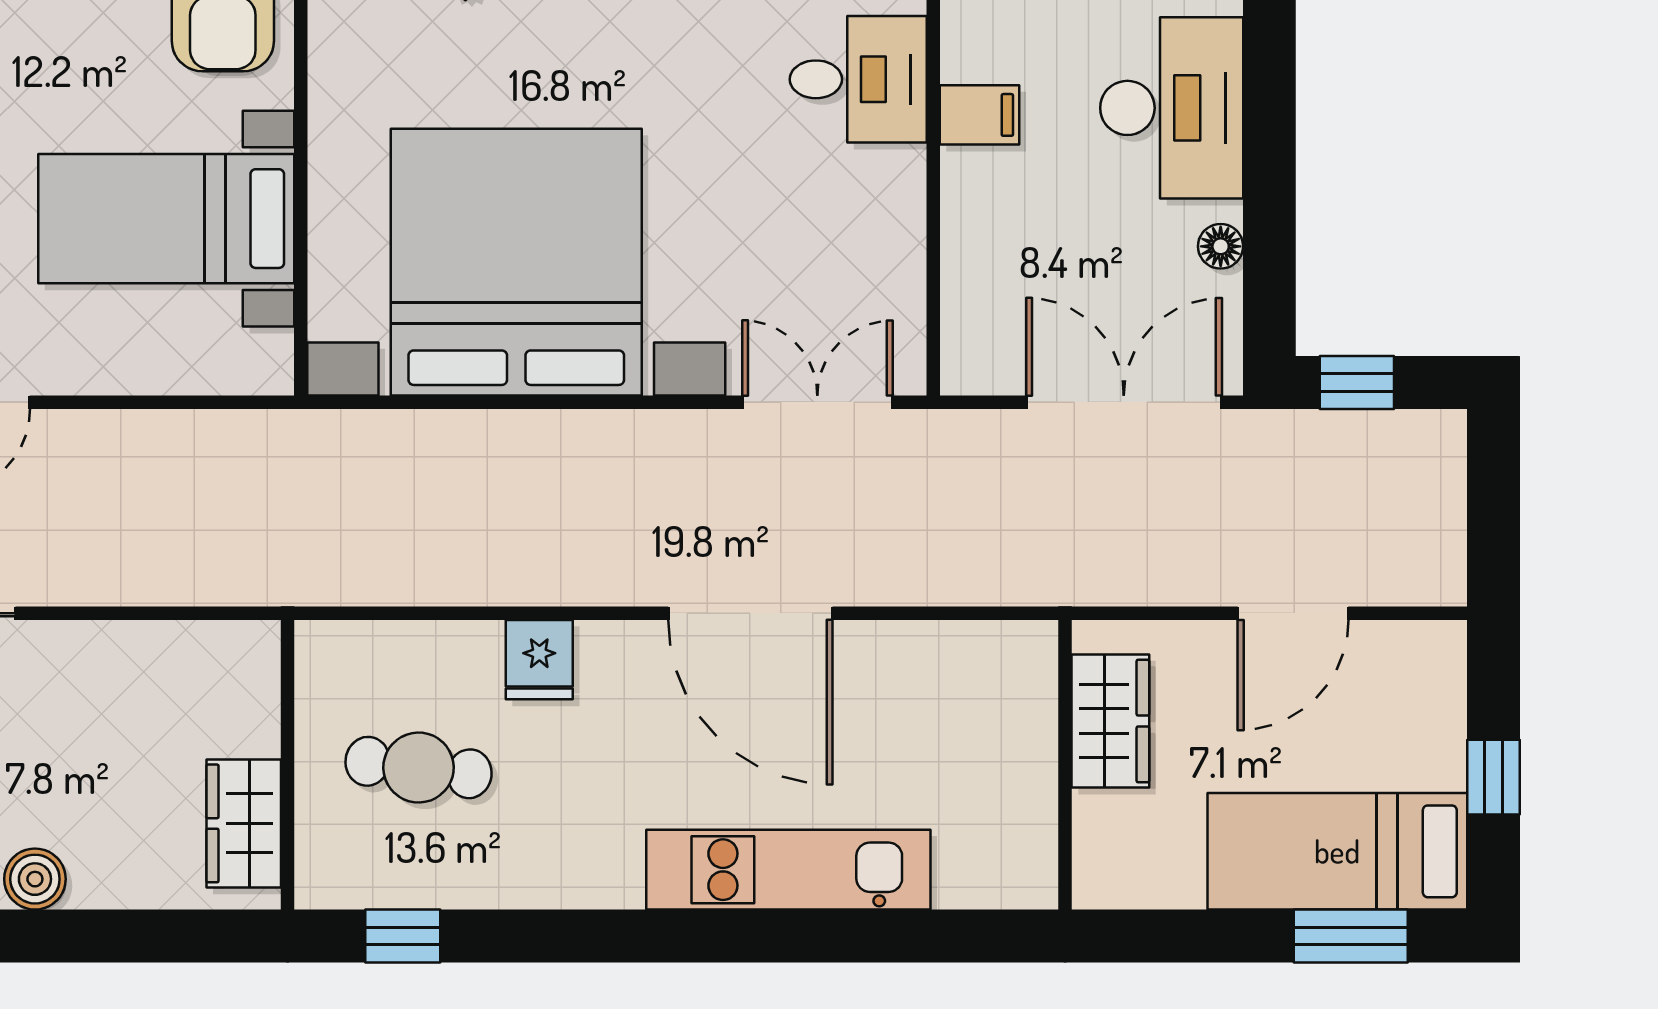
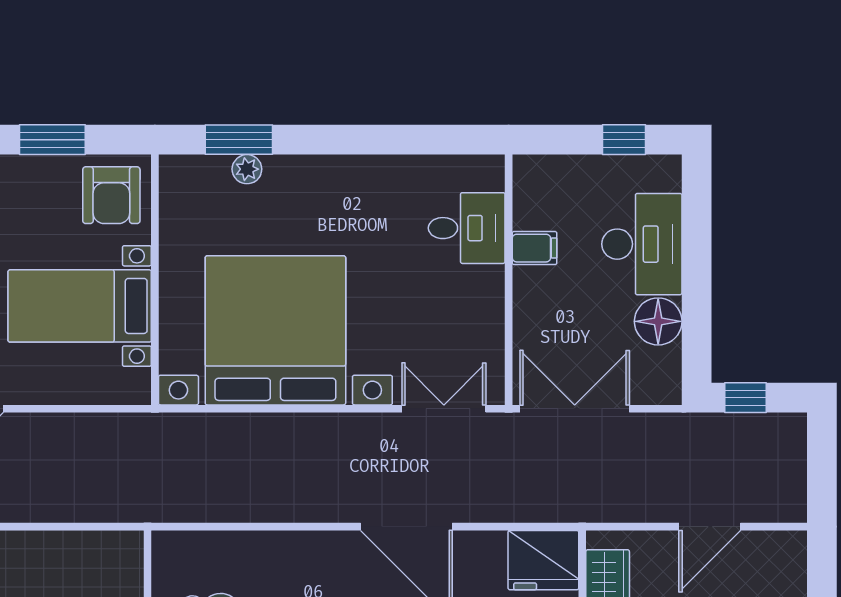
floor lamp: (1221, 246) -> (658, 321), width x1.89, depth x1.89
double door: (1124, 402) -> (575, 409), moved
fridge: (539, 660) -> (543, 560), moved, width x1.88, depth x1.34

